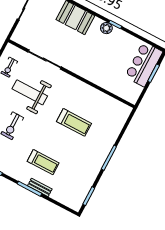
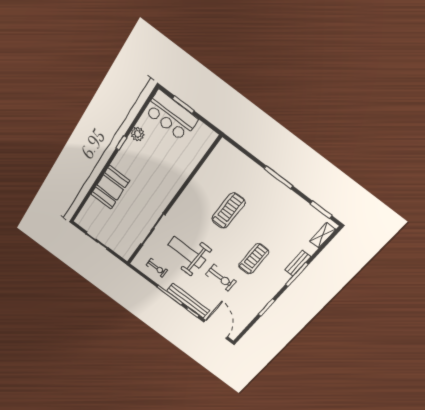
plant: (106, 28) -> (137, 134), moved
weight bench: (30, 92) -> (187, 252), turned 90
treadmill: (43, 162) -> (254, 259), moved
shelving: (68, 202) -> (323, 235), added

